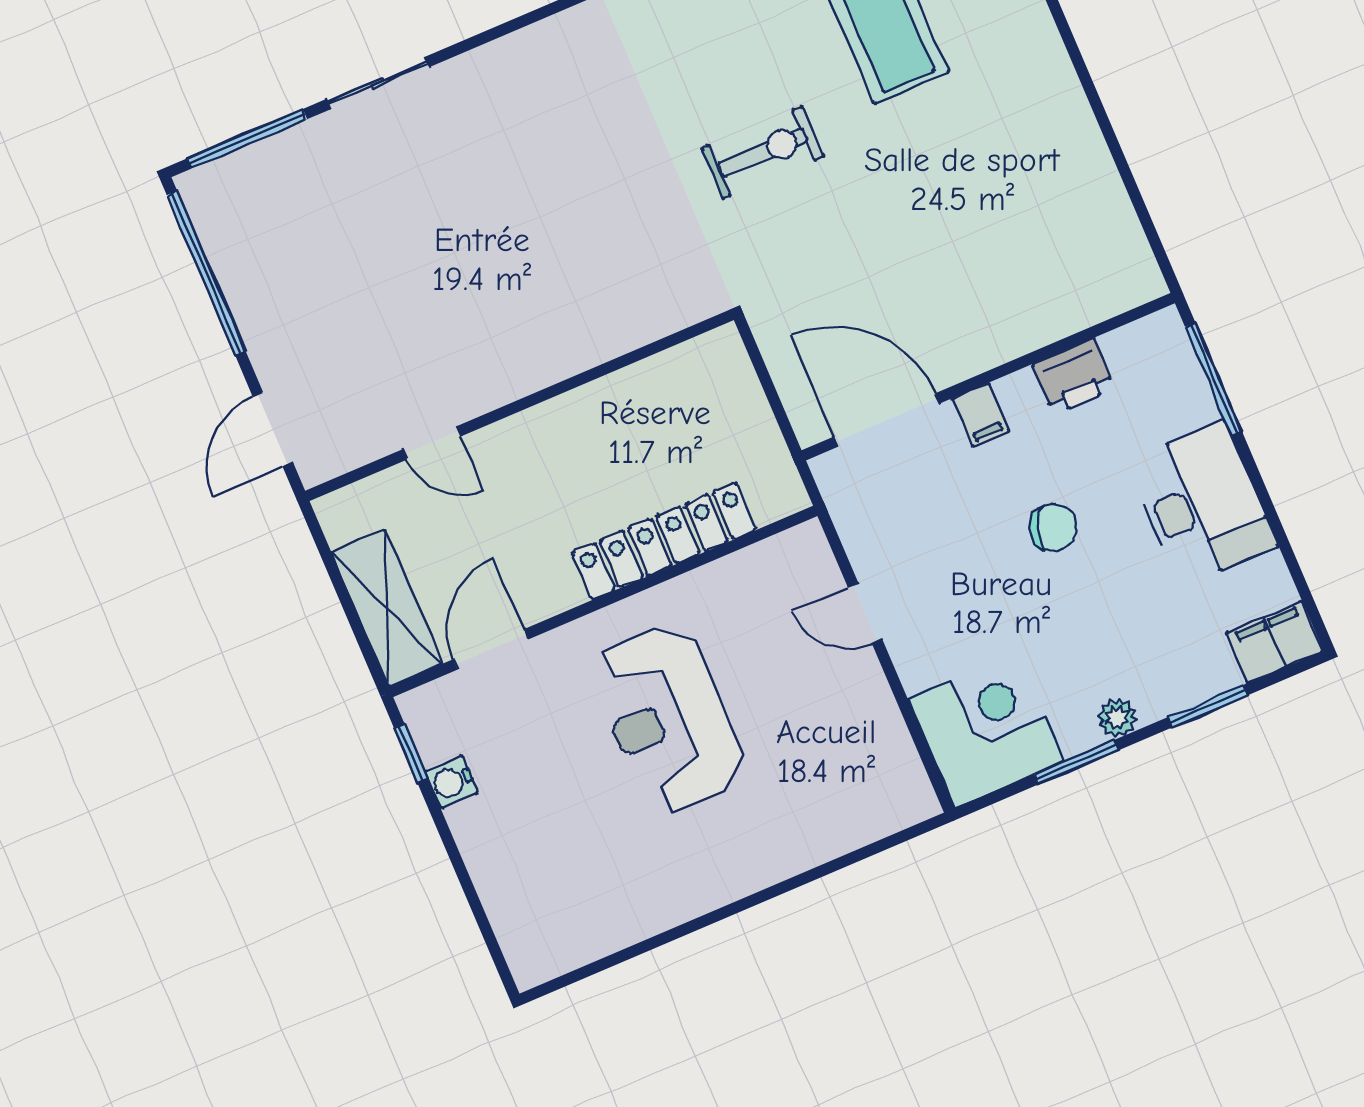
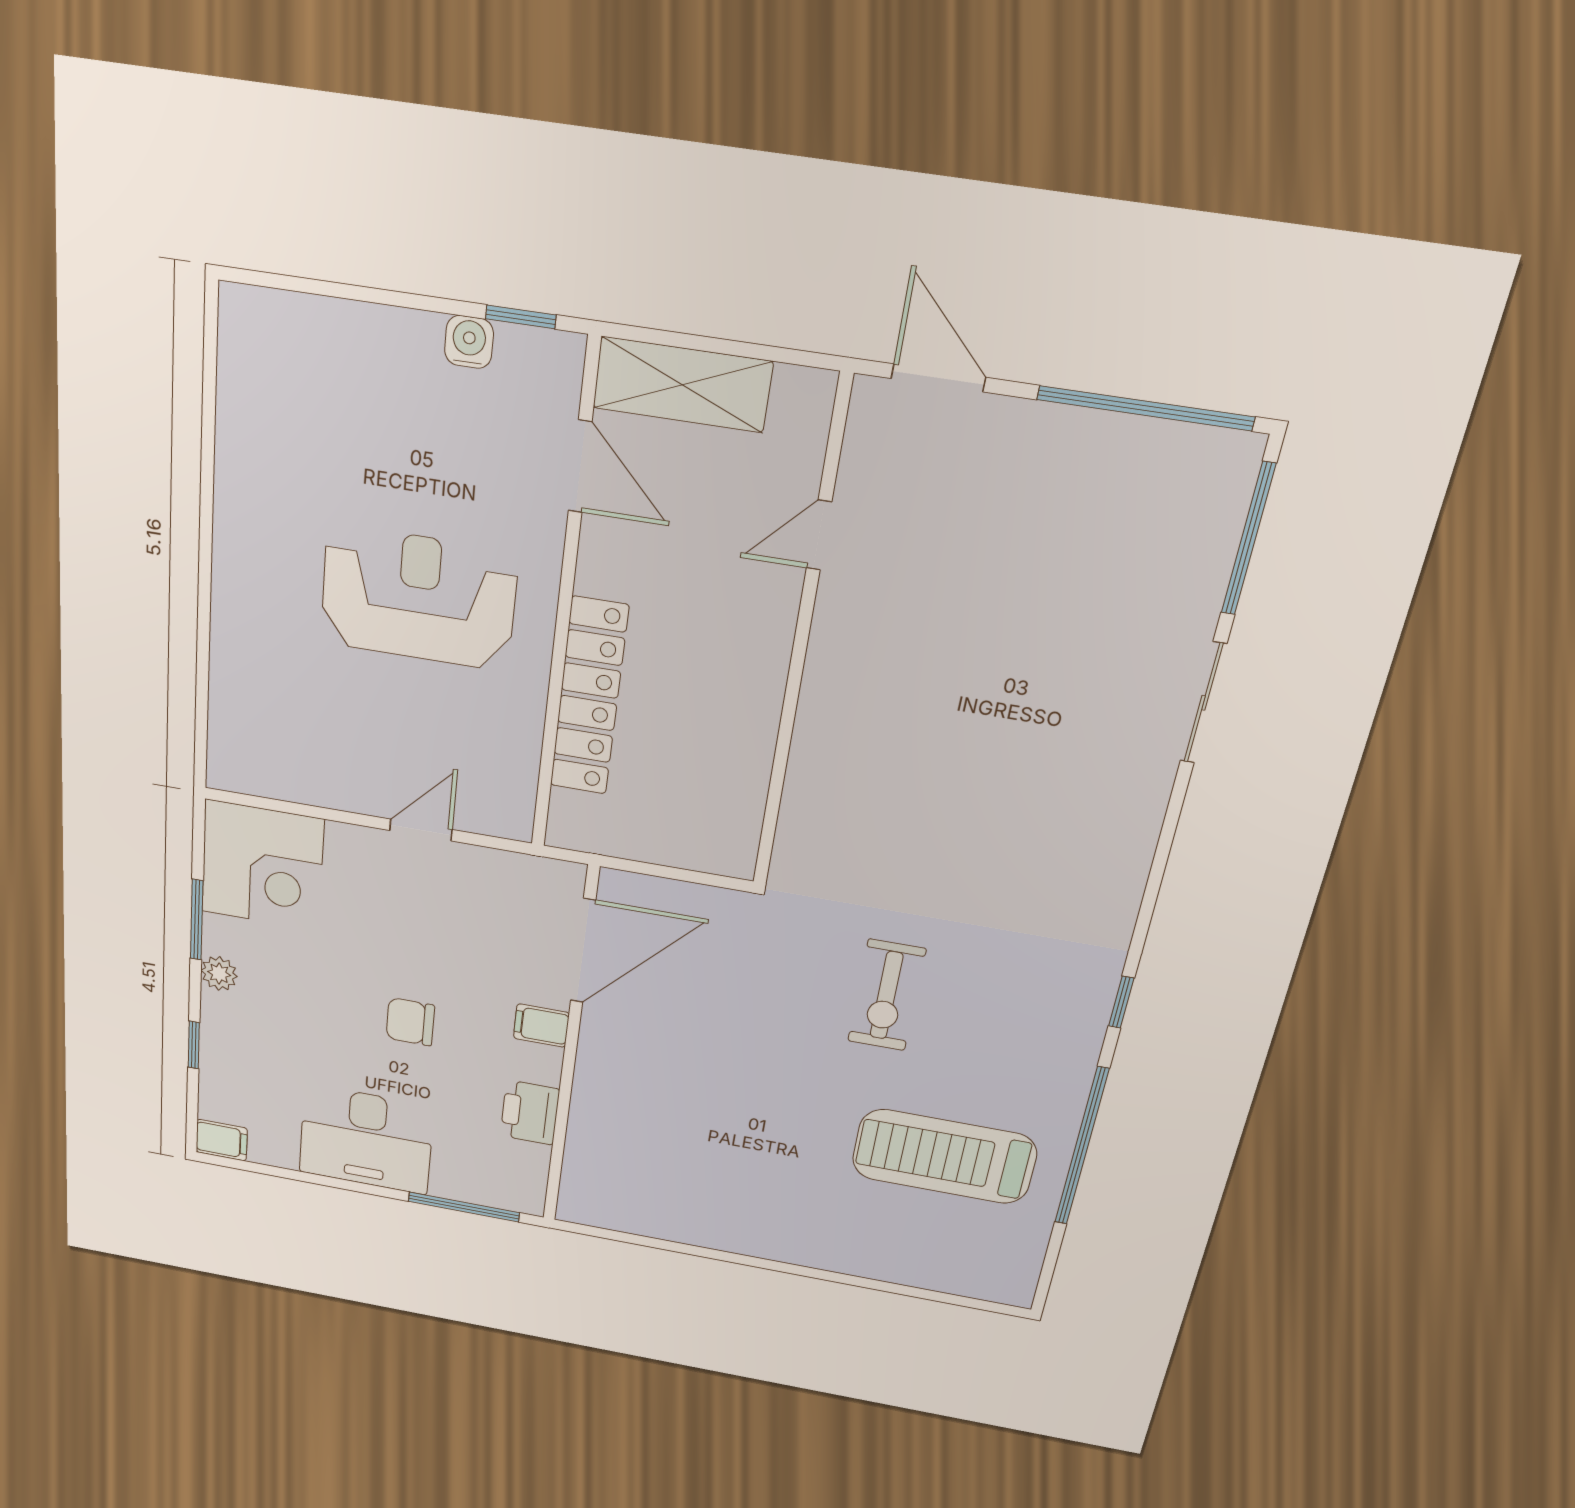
chair: (1053, 528) -> (410, 1022), turned 69
filing cabinet: (1275, 642) -> (222, 1140), width x0.50
window: (1207, 706) -> (194, 1045), width x0.67

